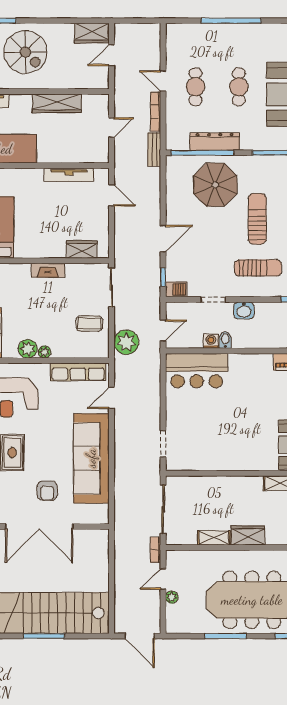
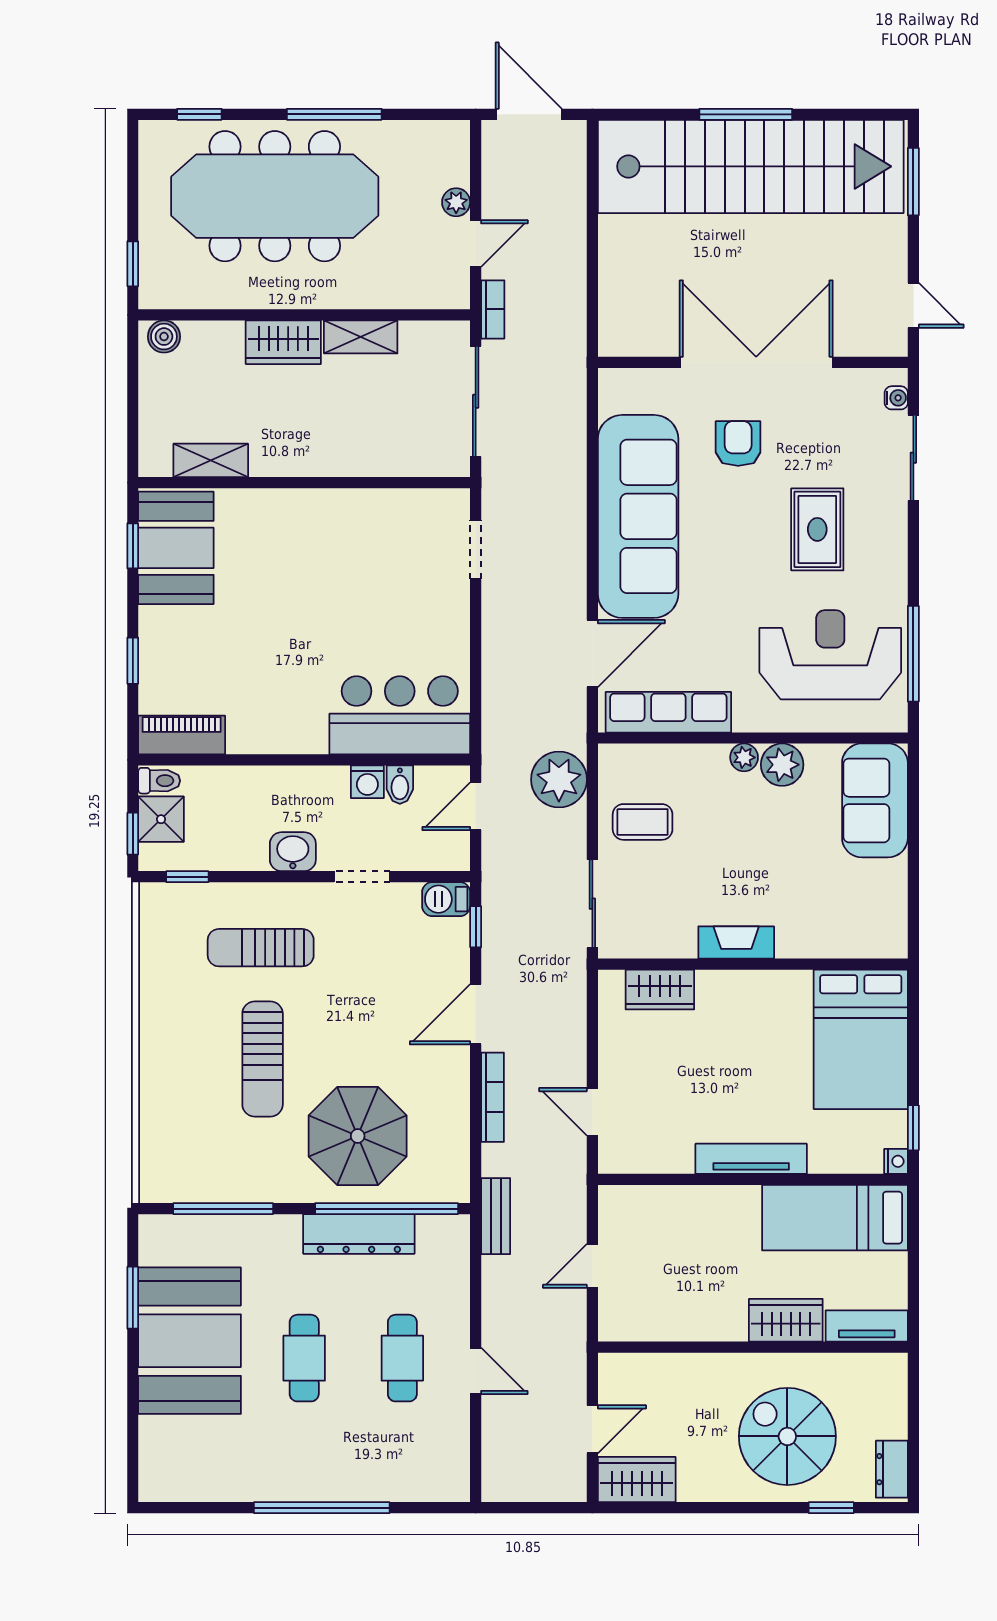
wardrobe: (57, 103) -> (786, 1320), moved, width x0.67
bookcase: (156, 112) -> (493, 1097), moved
tv unit: (69, 175) -> (751, 1159), moved
bidet: (225, 340) -> (400, 785), moved
door: (112, 398) -> (592, 654), width x1.38

